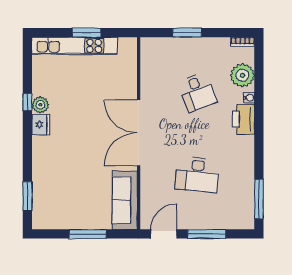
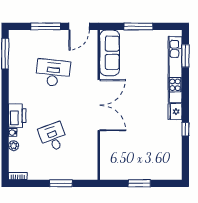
kitchen unit: (75, 46) -> (175, 70), moved, turned -90
plant: (242, 75) -> (14, 146), width x0.53, depth x0.53
plant: (40, 105) -> (175, 127), removed

